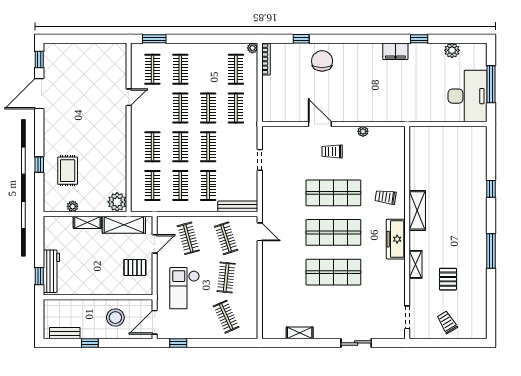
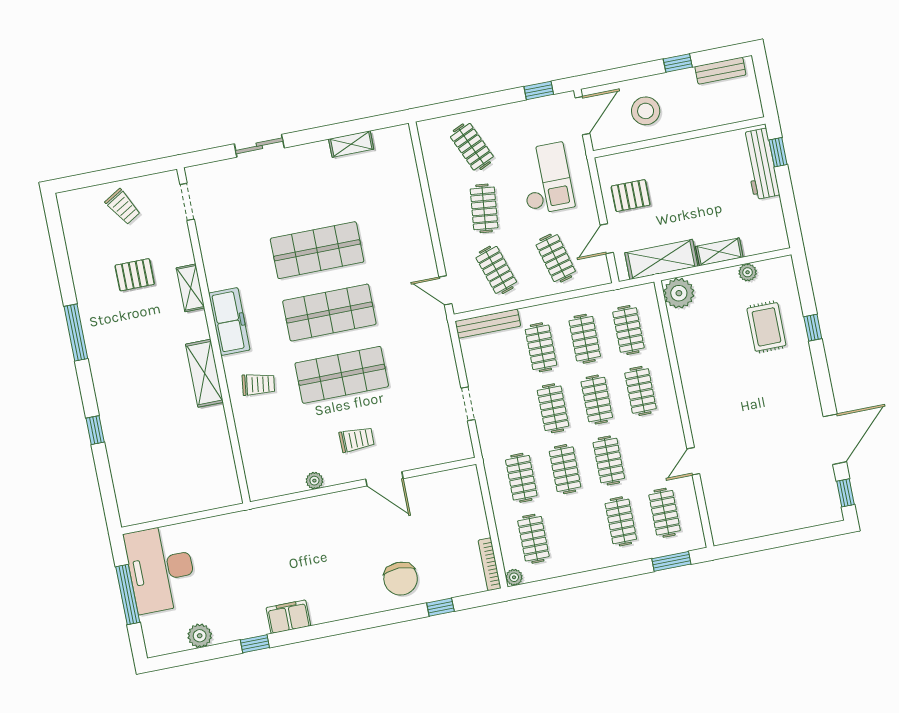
pallet: (448, 279) -> (135, 275), turned 90

